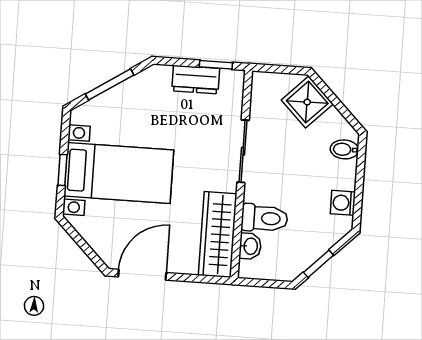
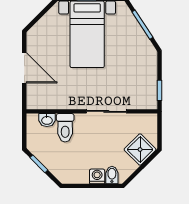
dresser: (196, 80) -> (149, 79), removed
washing machine: (343, 203) -> (97, 176), moved
wardrobe: (218, 234) -> (53, 99), removed
door: (142, 275) -> (24, 68), moved

